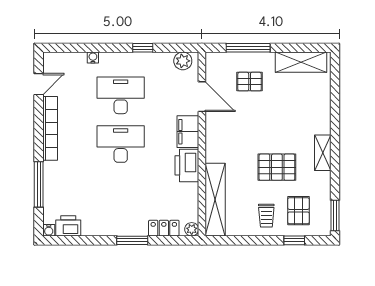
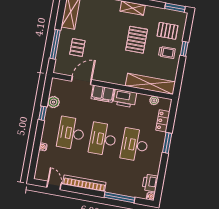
plant: (183, 61) -> (54, 102), moved
desk: (121, 193) -> (135, 145), added
plant: (192, 229) -> (154, 100), moved
window: (294, 240) -> (184, 49), moved

